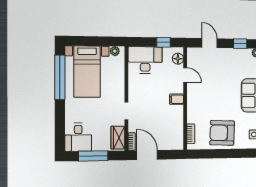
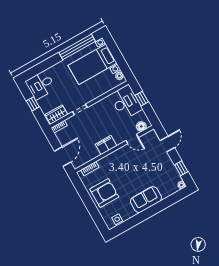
window: (164, 42) -> (142, 99), moved
door: (185, 75) -> (132, 139), hinge flipped
filing cabinet: (176, 99) -> (106, 145), width x2.00
armchair: (222, 133) -> (104, 193), turned 88
door: (147, 155) -> (63, 157), moved
window: (93, 156) -> (33, 104), width x0.46

